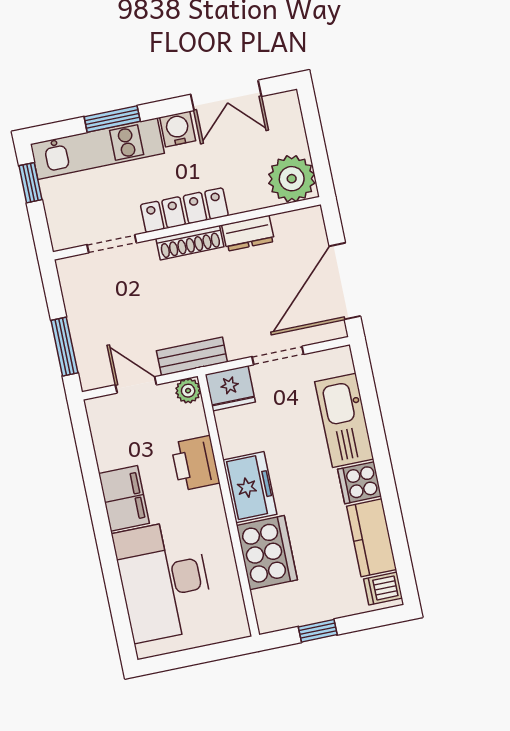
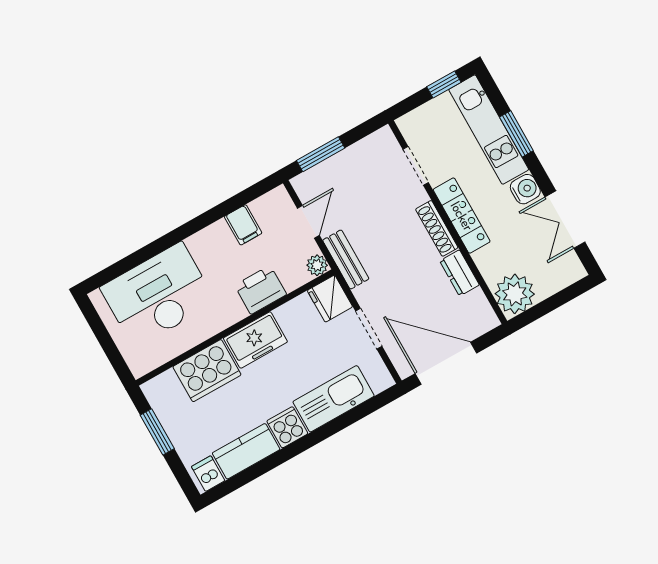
filing cabinet: (124, 498) -> (243, 225), moved, width x0.50
window: (318, 631) -> (157, 432), width x1.50

